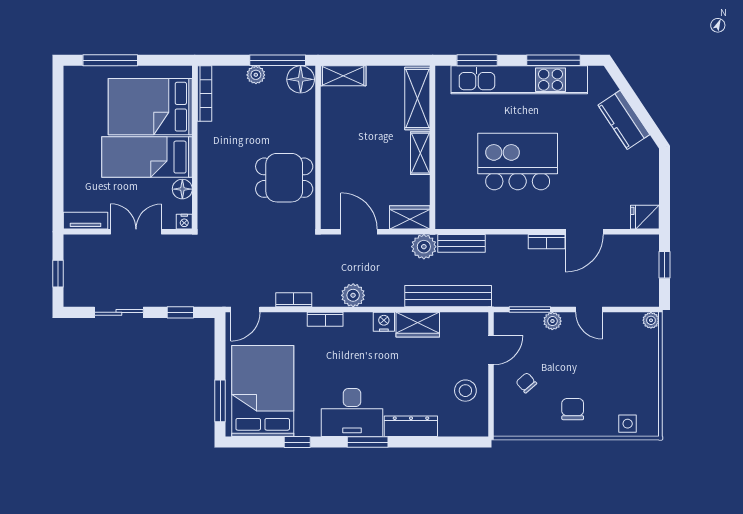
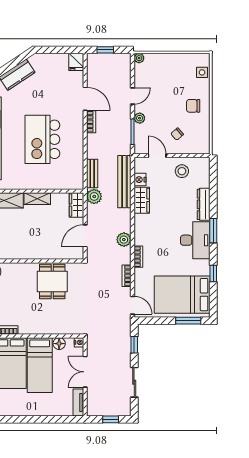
nightstand: (384, 322) -> (140, 180), moved

